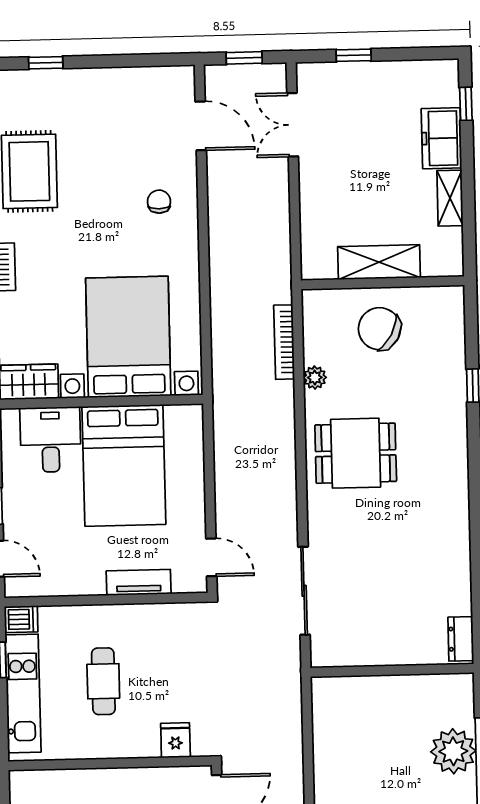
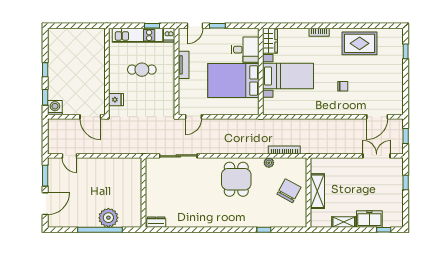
chair: (159, 202) -> (343, 86), moved
bed with nightstands: (128, 337) -> (288, 76), width x0.73
tv unit: (139, 582) -> (184, 65), moved

